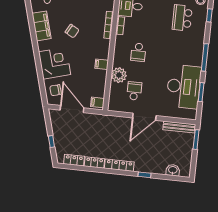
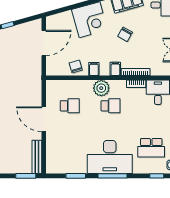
school desk: (182, 18) -> (151, 148), turned 180
school desk: (138, 52) -> (110, 106), turned 180
plant: (119, 75) -> (101, 88), moved
desk: (184, 87) -> (110, 157), moved
chair: (56, 90) -> (76, 67), moved
filing cabinet: (98, 102) -> (115, 69), moved

